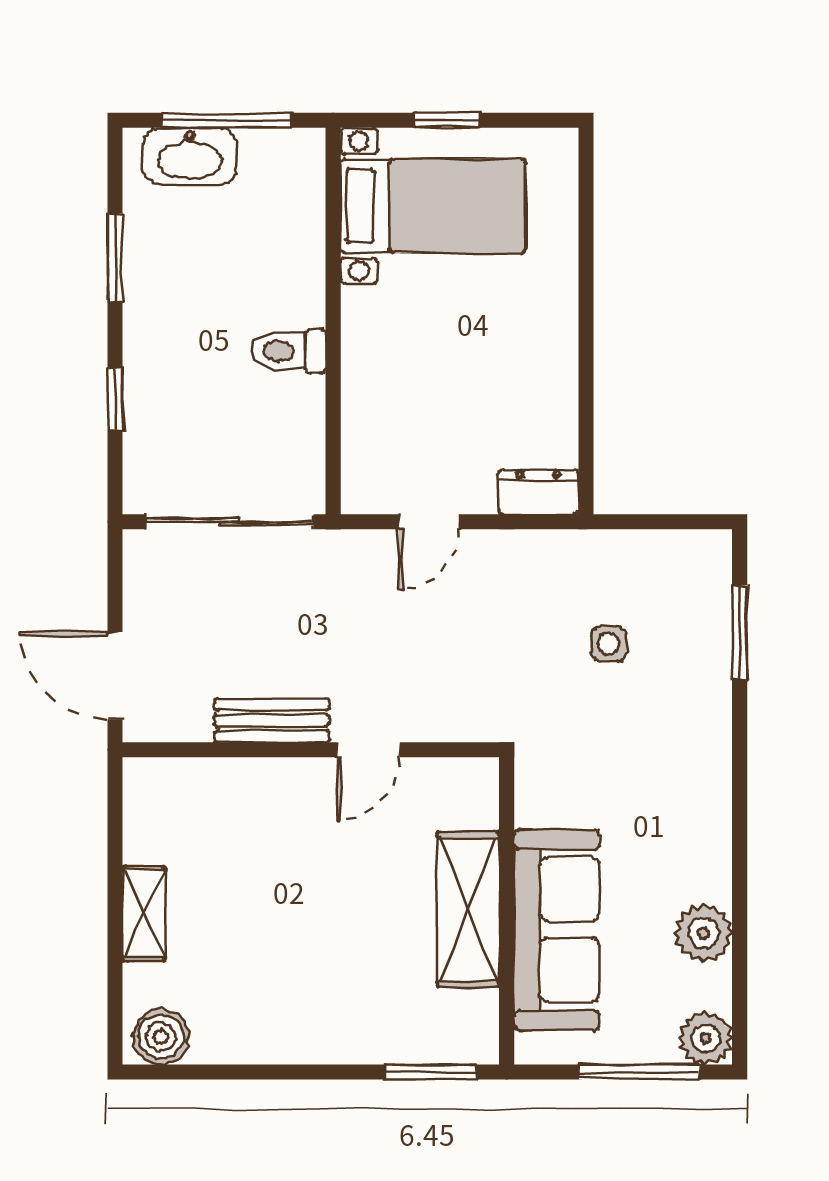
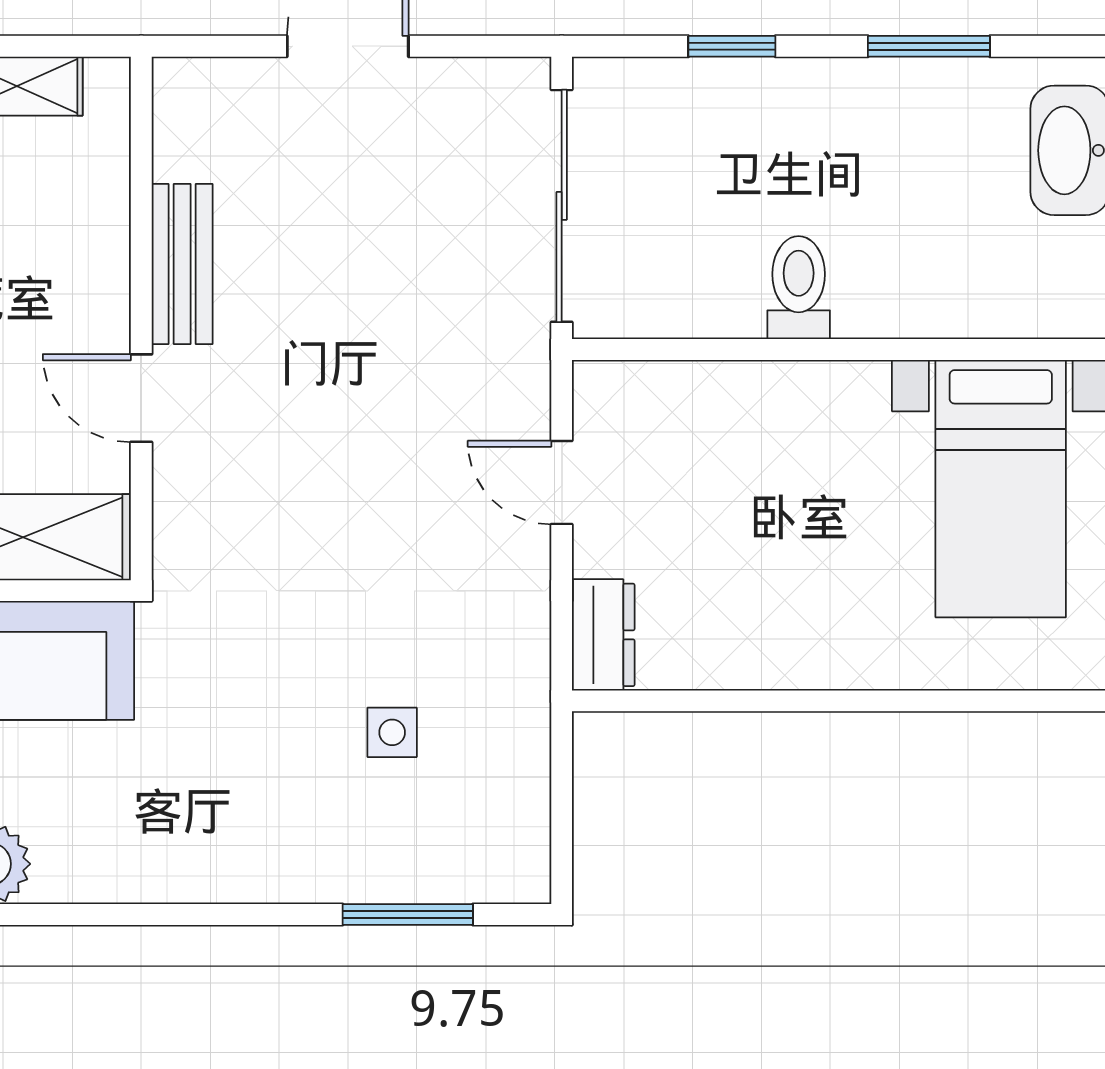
bench: (272, 720) -> (182, 264), moved
wall: (311, 750) -> (141, 318), moved
door: (368, 750) -> (141, 398), moved

